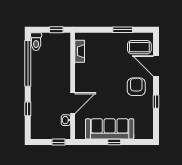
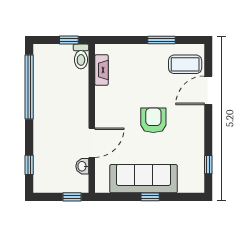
toilet: (36, 42) -> (81, 56), moved
door: (156, 66) -> (208, 90), hinge flipped
armchair: (136, 87) -> (153, 120), moved
window: (156, 102) -> (208, 165), moved
window: (28, 109) -> (29, 165), moved

